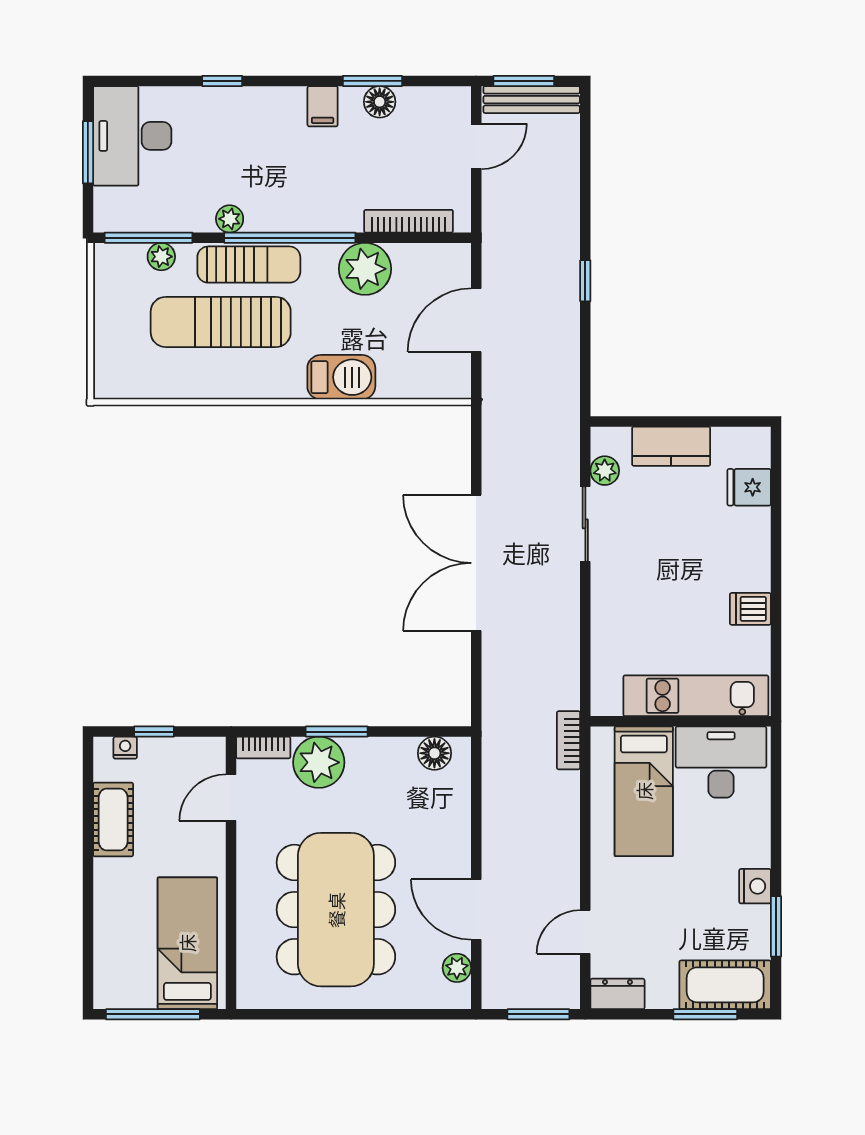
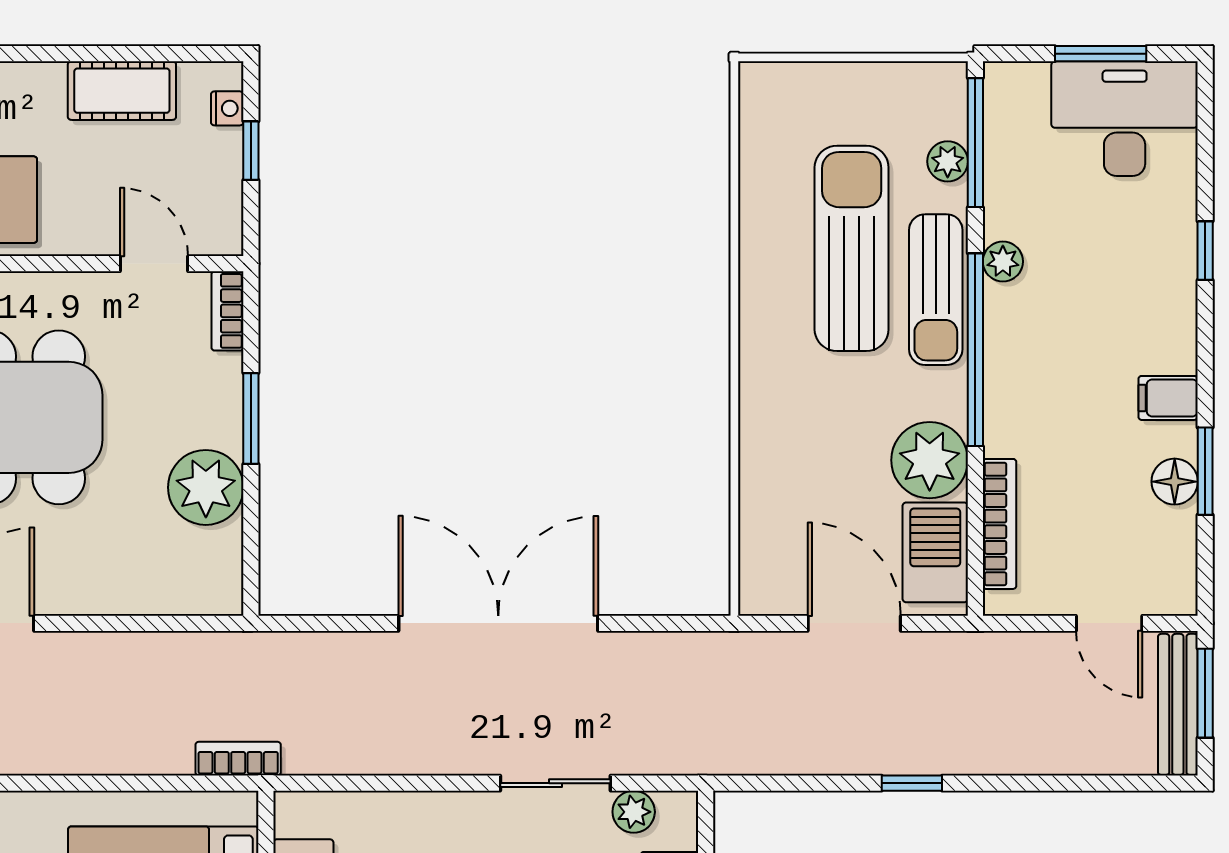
barbecue: (341, 377) -> (935, 552), moved, turned 180
floor lamp: (434, 753) -> (219, 562), removed
plant: (319, 762) -> (206, 487), moved

